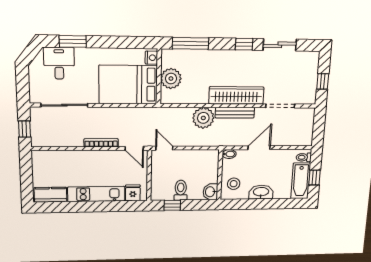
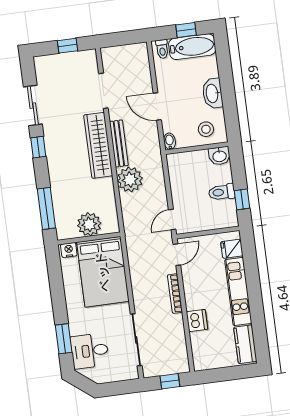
dishwasher: (76, 158) -> (197, 320), added

